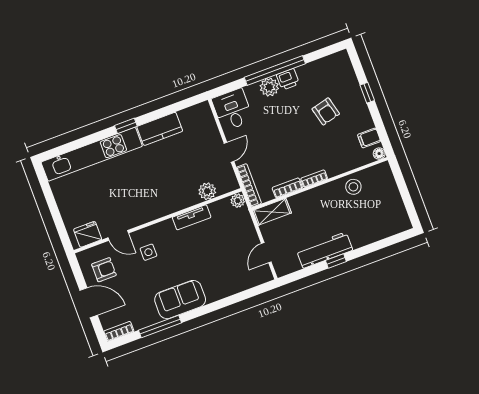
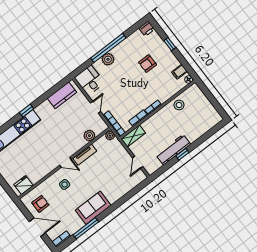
printer: (288, 79) -> (147, 29), moved
armchair: (326, 111) -> (148, 64), turned 104
kitchen counter: (160, 129) -> (62, 95), moved
door: (118, 235) -> (66, 162), moved

